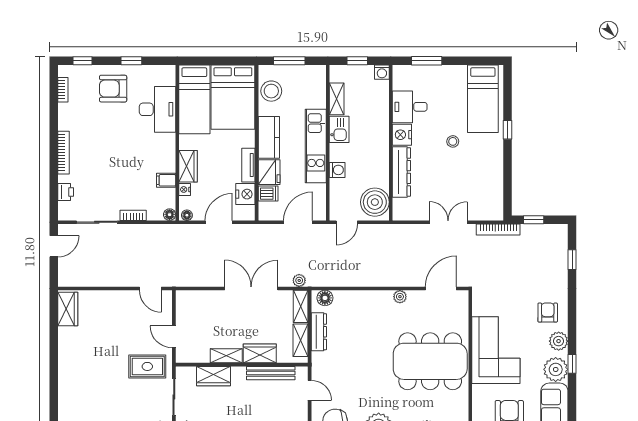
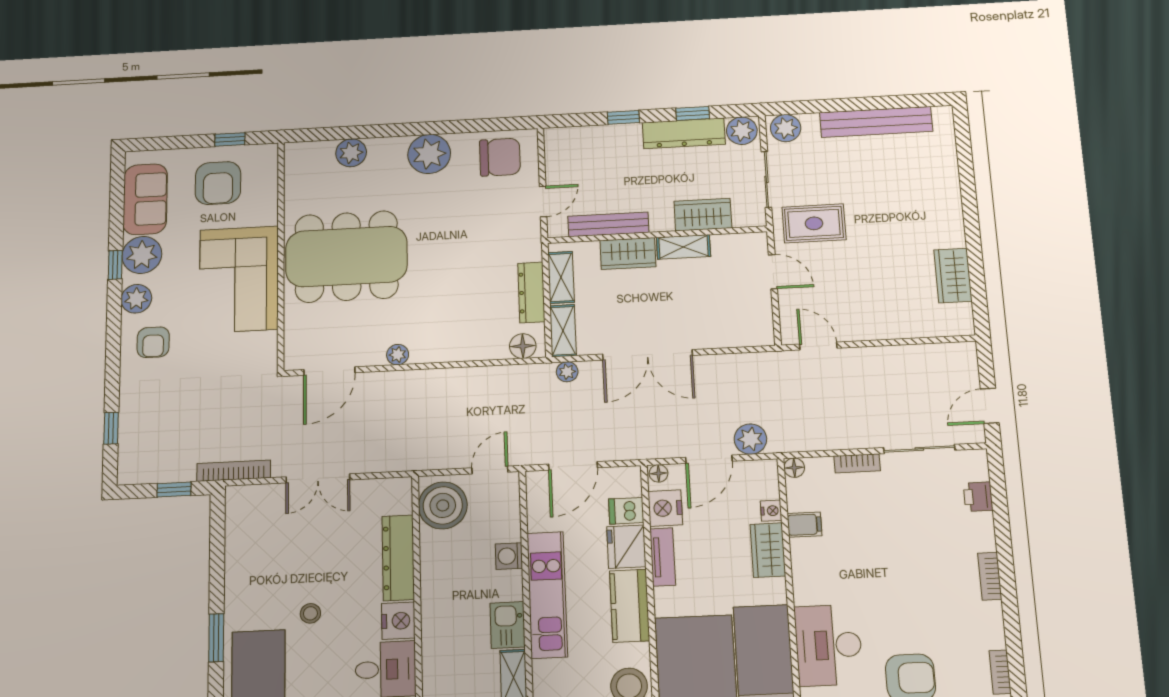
window: (507, 130) -> (216, 638), width x1.50
bookcase: (64, 153) -> (990, 576), width x0.64
floor lamp: (187, 215) -> (658, 473), moved
plant: (194, 233) -> (750, 439), added
wardrobe: (68, 309) -> (953, 276), moved
door: (310, 390) -> (543, 201), swing flipped

